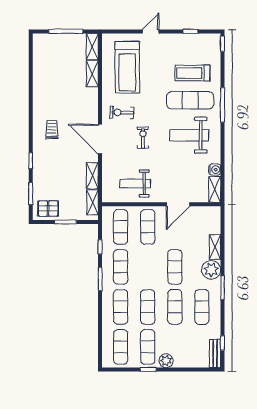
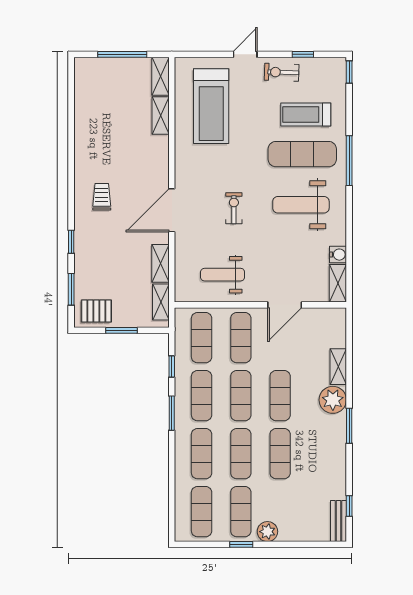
exercise bike: (122, 113) -> (282, 72), moved
door: (100, 139) -> (172, 210), hinge flipped
exercise mat: (202, 307) -> (241, 396), moved

